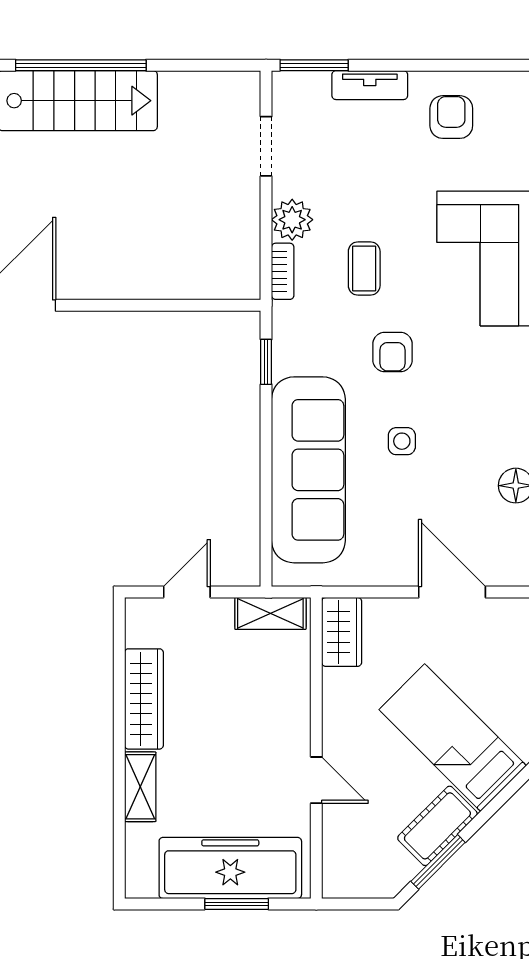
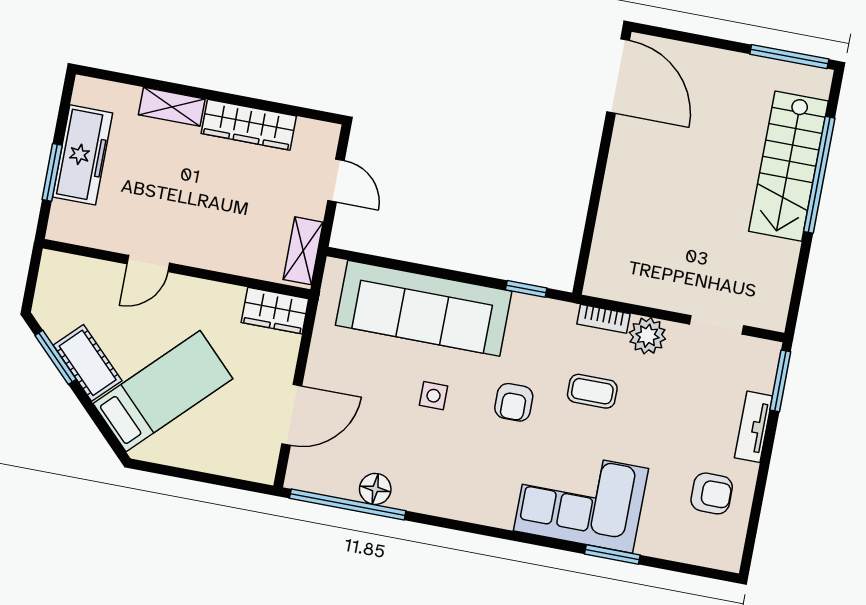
armchair: (392, 352) -> (514, 402), turned -90
freezer: (230, 868) -> (83, 155), width x0.73, depth x0.79

